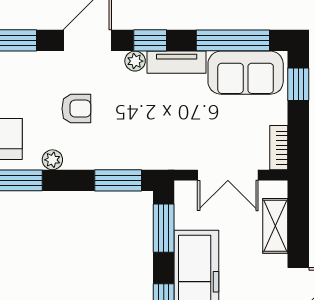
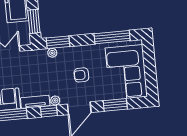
plant: (52, 160) -> (52, 53), moved

